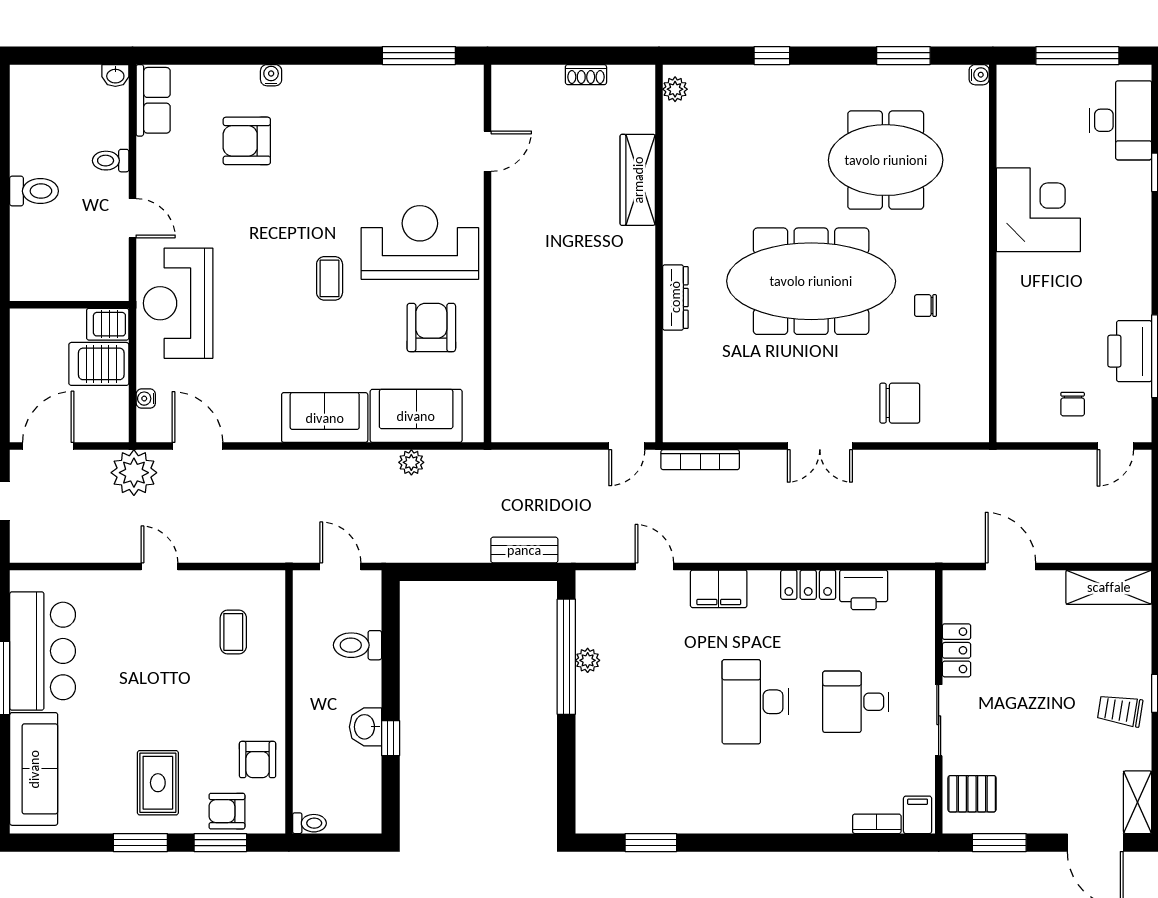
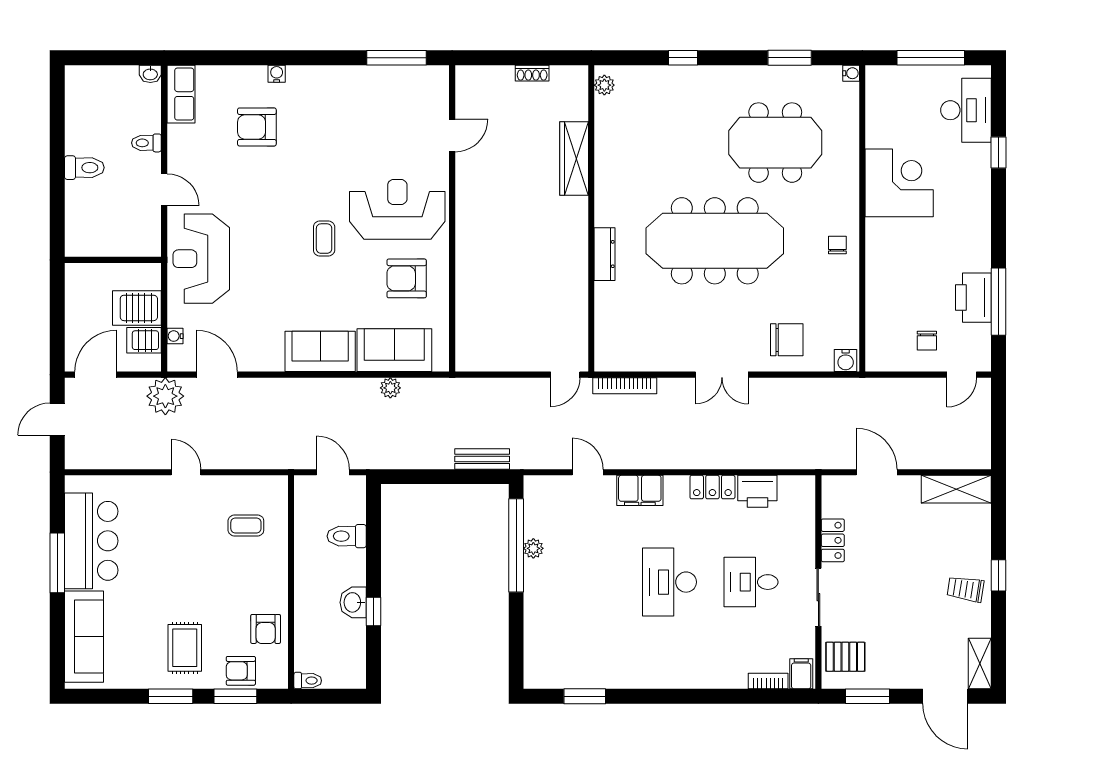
chair: (925, 306) -> (837, 245), moved, turned 90
server rack: (108, 324) -> (144, 340), moved
armchair: (431, 328) -> (407, 278), turned -90
water cooler: (972, 429) -> (846, 361), added
coffee table: (233, 632) -> (246, 525), turned 90

